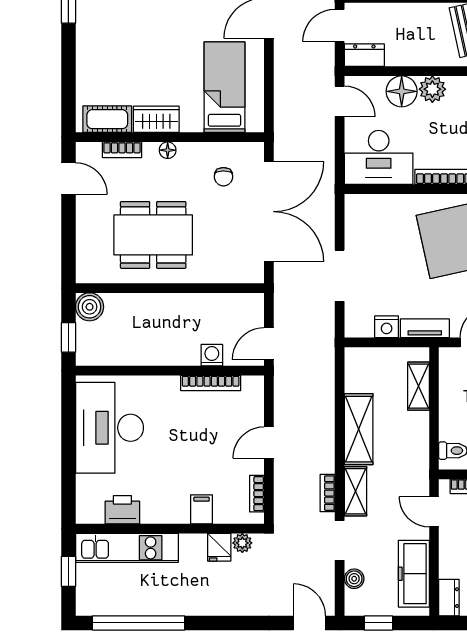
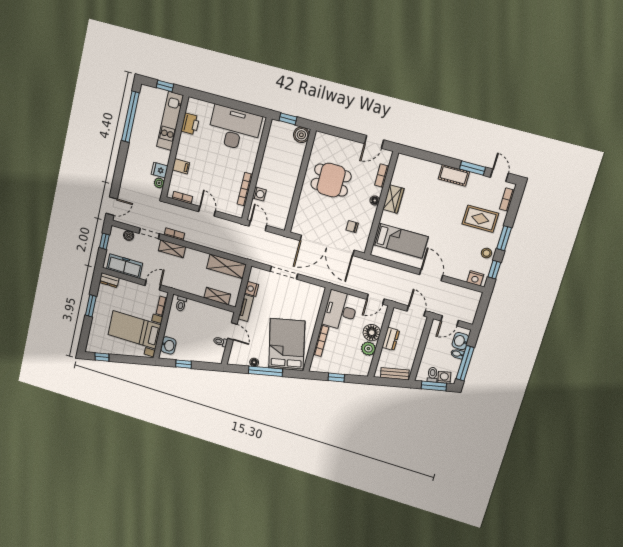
dresser: (364, 55) -> (391, 339), moved
cot: (107, 119) -> (454, 175), moved, turned 90
dining table: (153, 235) -> (331, 180), width x0.73
shelving: (359, 429) -> (226, 266), moved

